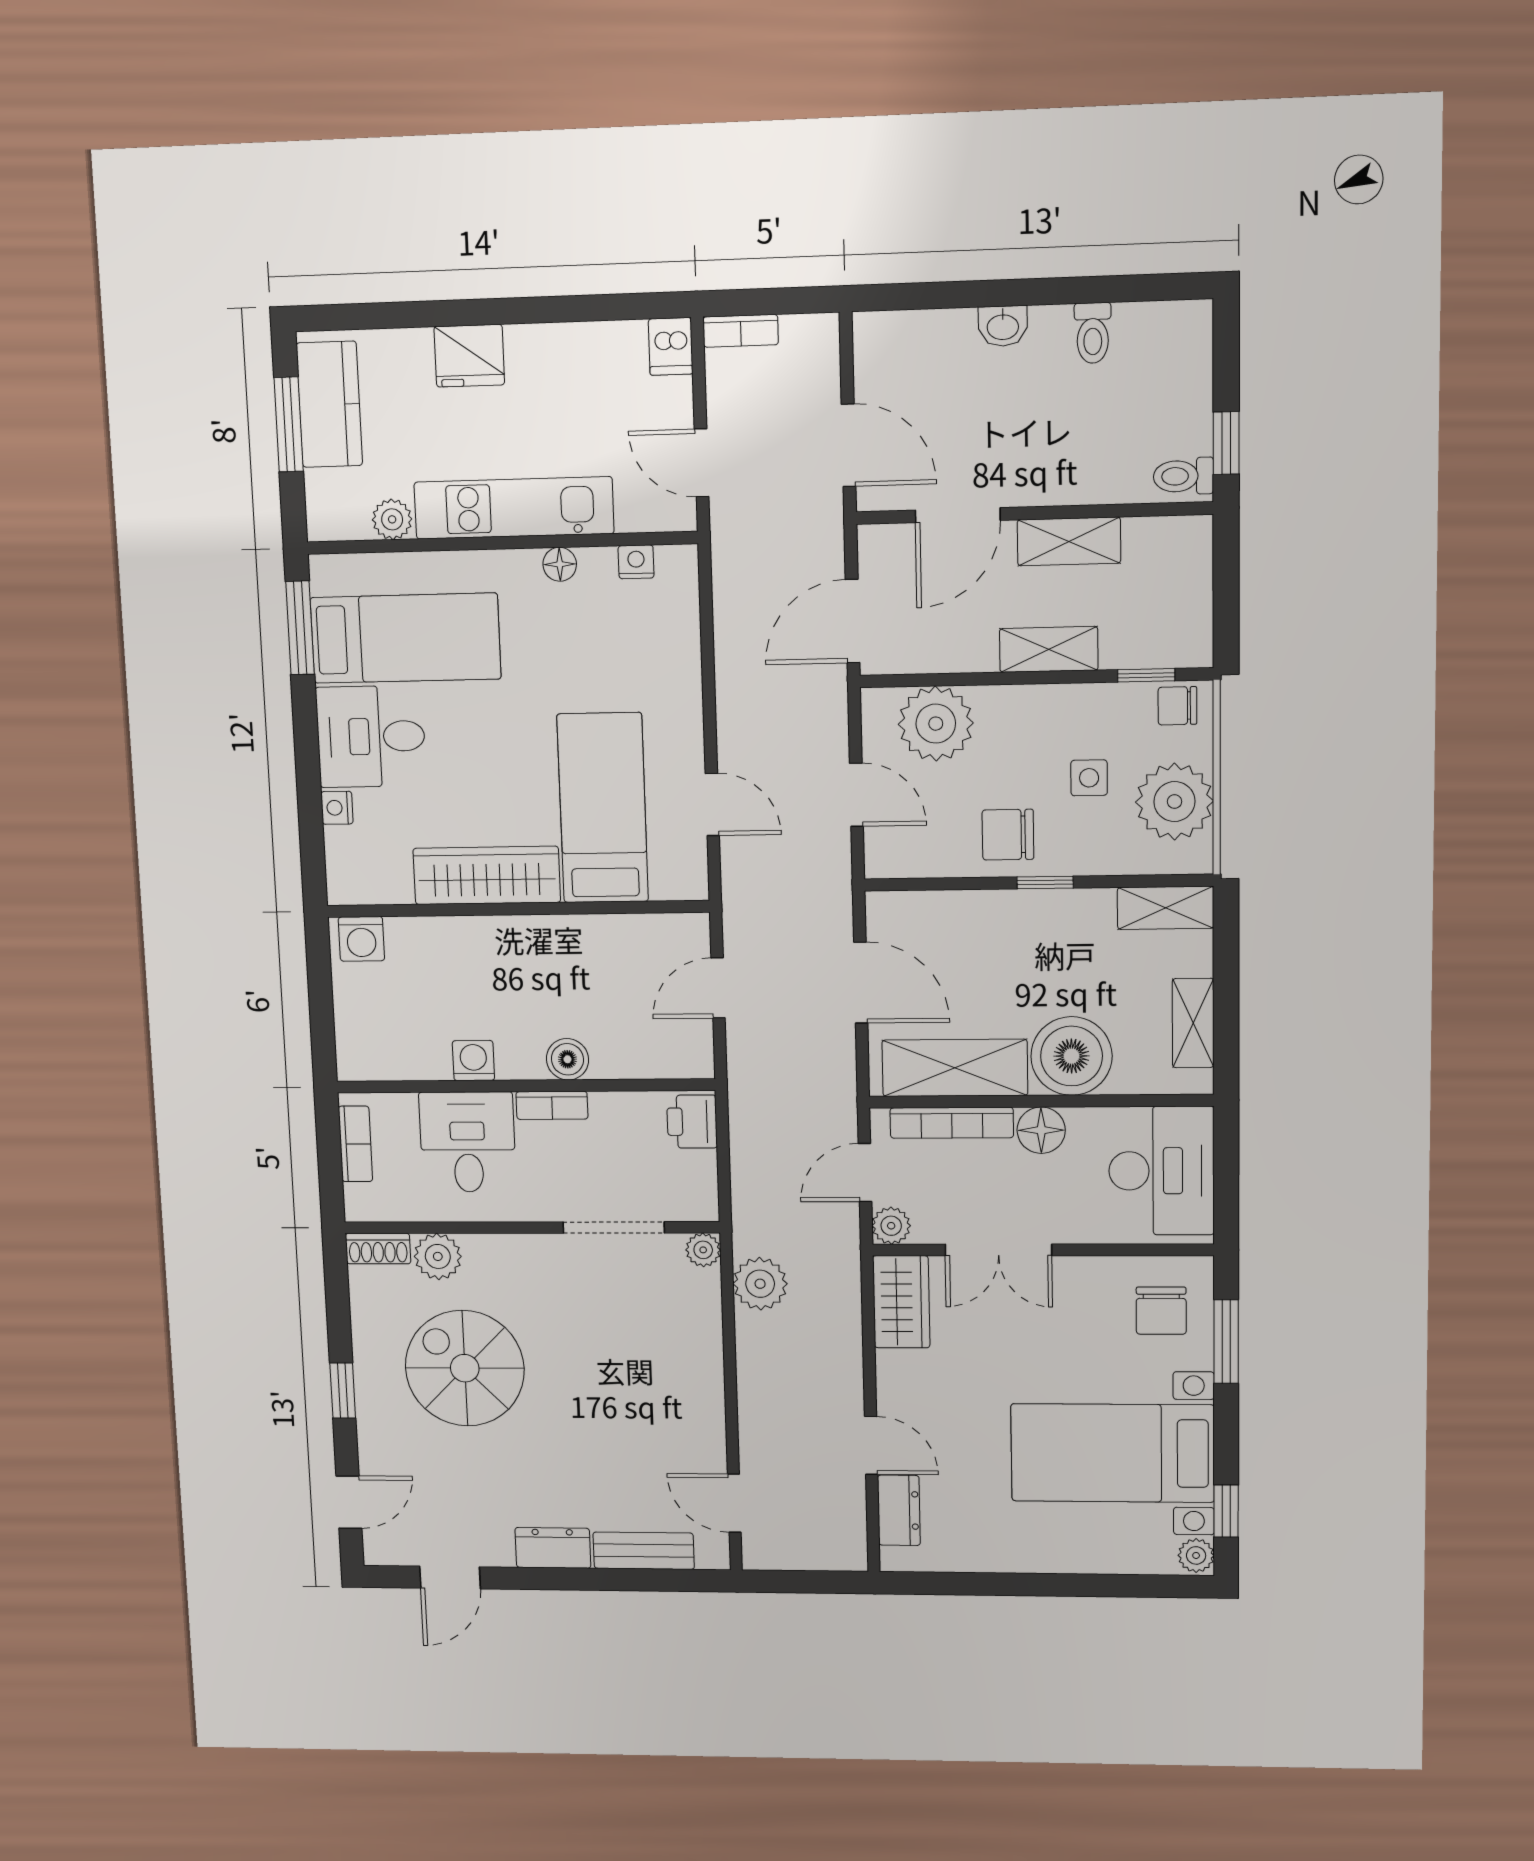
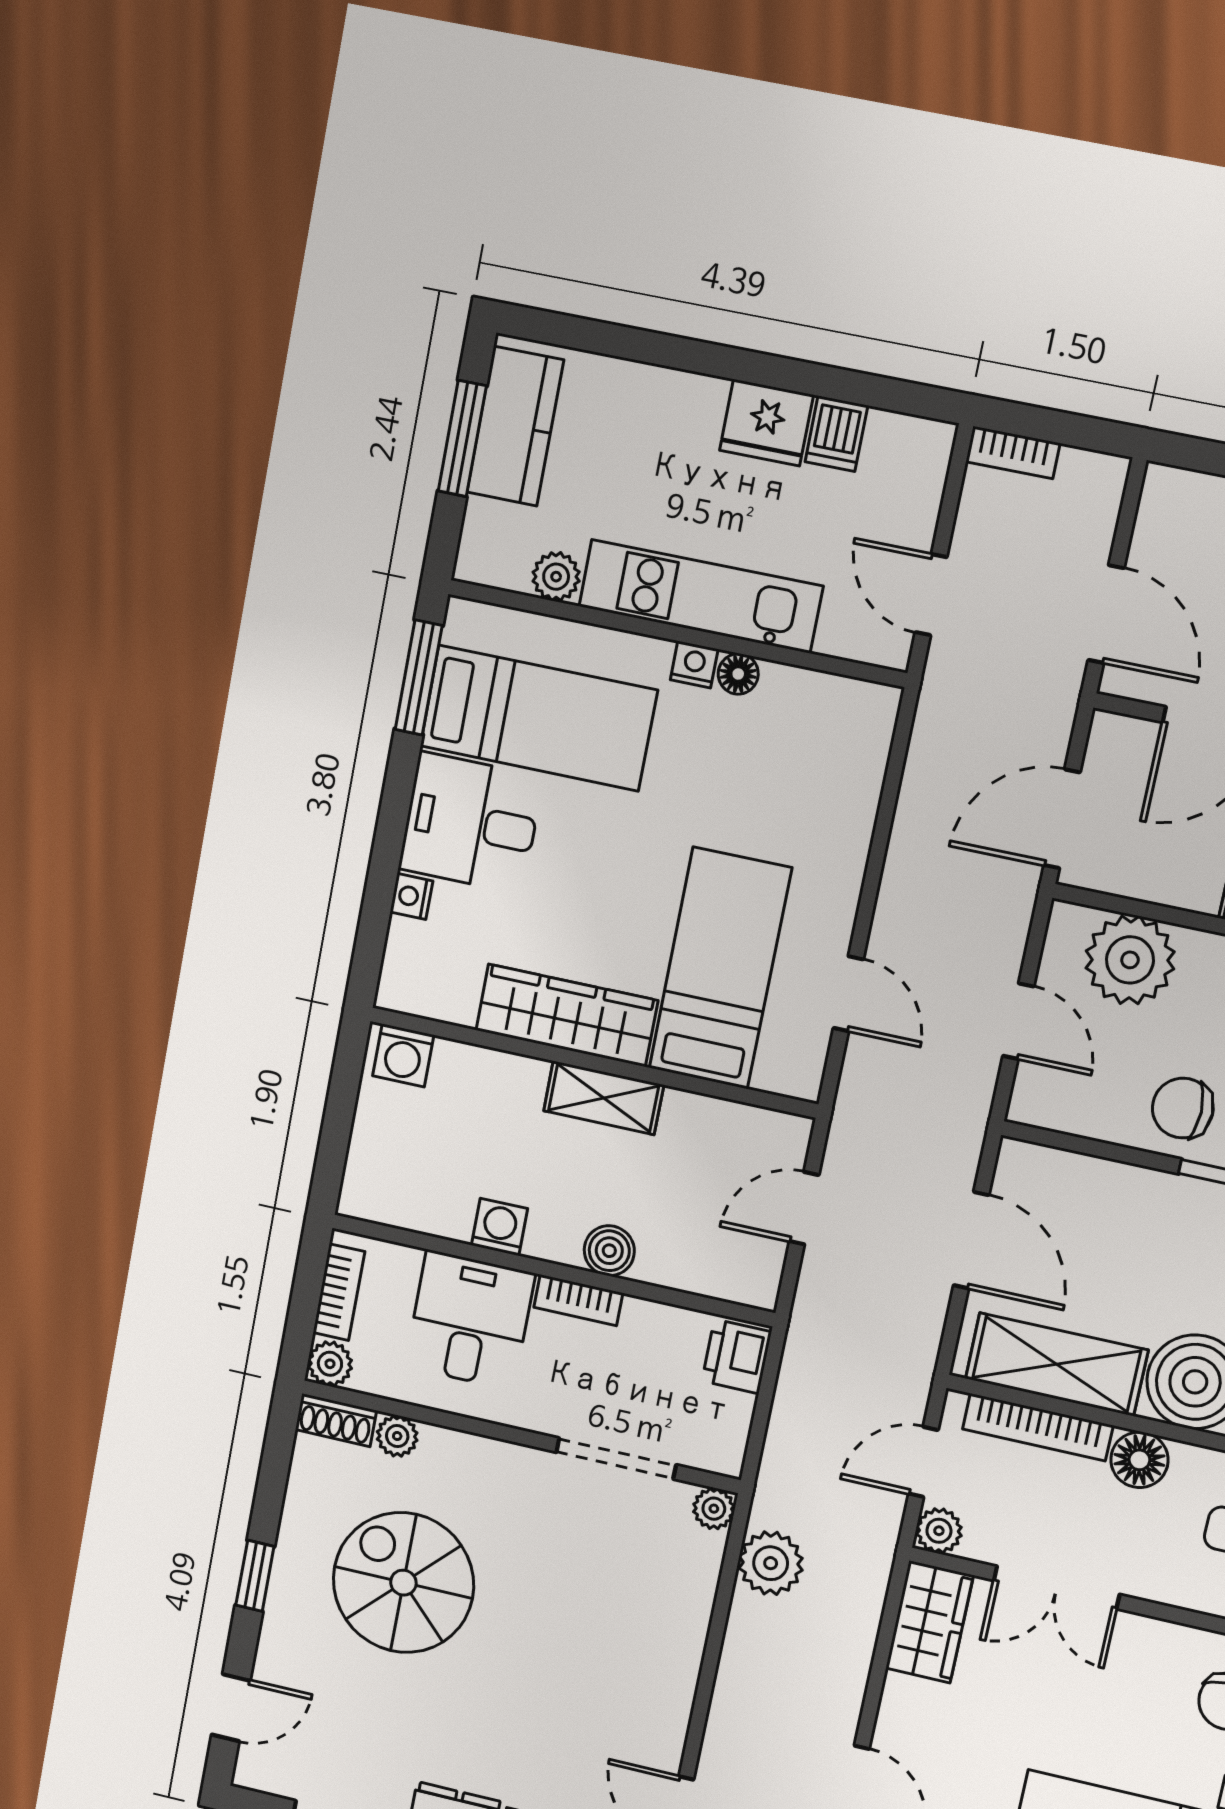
dishwasher: (671, 346) -> (836, 434), moved
fridge: (469, 356) -> (767, 423), moved
nightstand: (636, 562) -> (694, 665), moved
shelving: (533, 936) -> (604, 1098), added
plant: (362, 1204) -> (330, 1364), added
plant: (438, 1256) -> (397, 1436), width x0.73, depth x0.73

